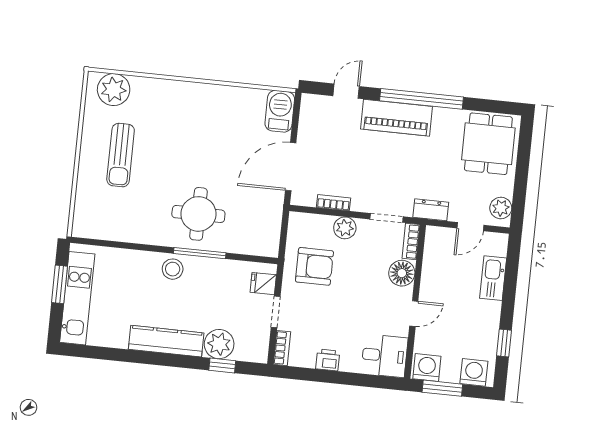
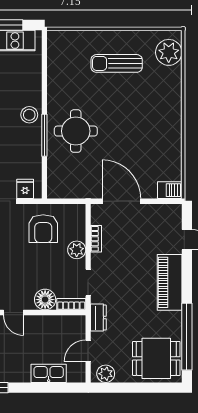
window: (422, 99) -> (187, 337), moved
barbecue: (280, 111) -> (170, 190), width x0.73, depth x0.79
door: (470, 227) -> (88, 351), hinge flipped

